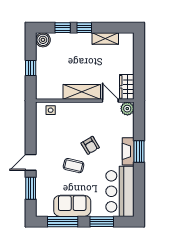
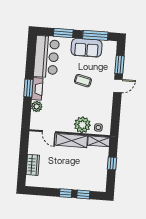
shelving: (105, 39) -> (99, 141), moved
boiler: (43, 40) -> (100, 186), removed
wardrobe: (127, 87) -> (33, 165), moved
plant: (127, 109) -> (37, 106), moved
plant: (70, 112) -> (82, 125), added
armchair: (90, 145) -> (68, 96), removed

